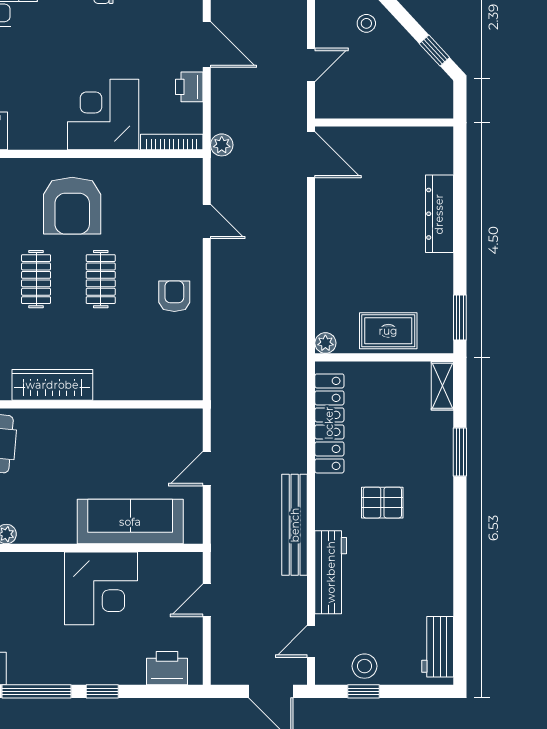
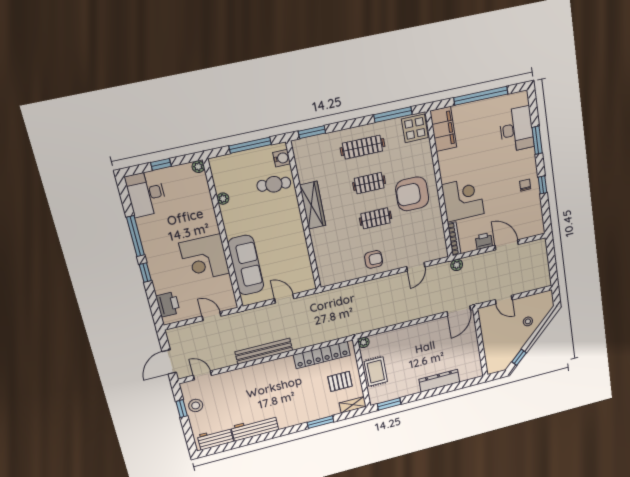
door: (207, 45) -> (507, 245), swing flipped
pallet: (382, 503) -> (340, 381), moved, turned 90
workbench: (331, 572) -> (255, 428), moved, turned 180

